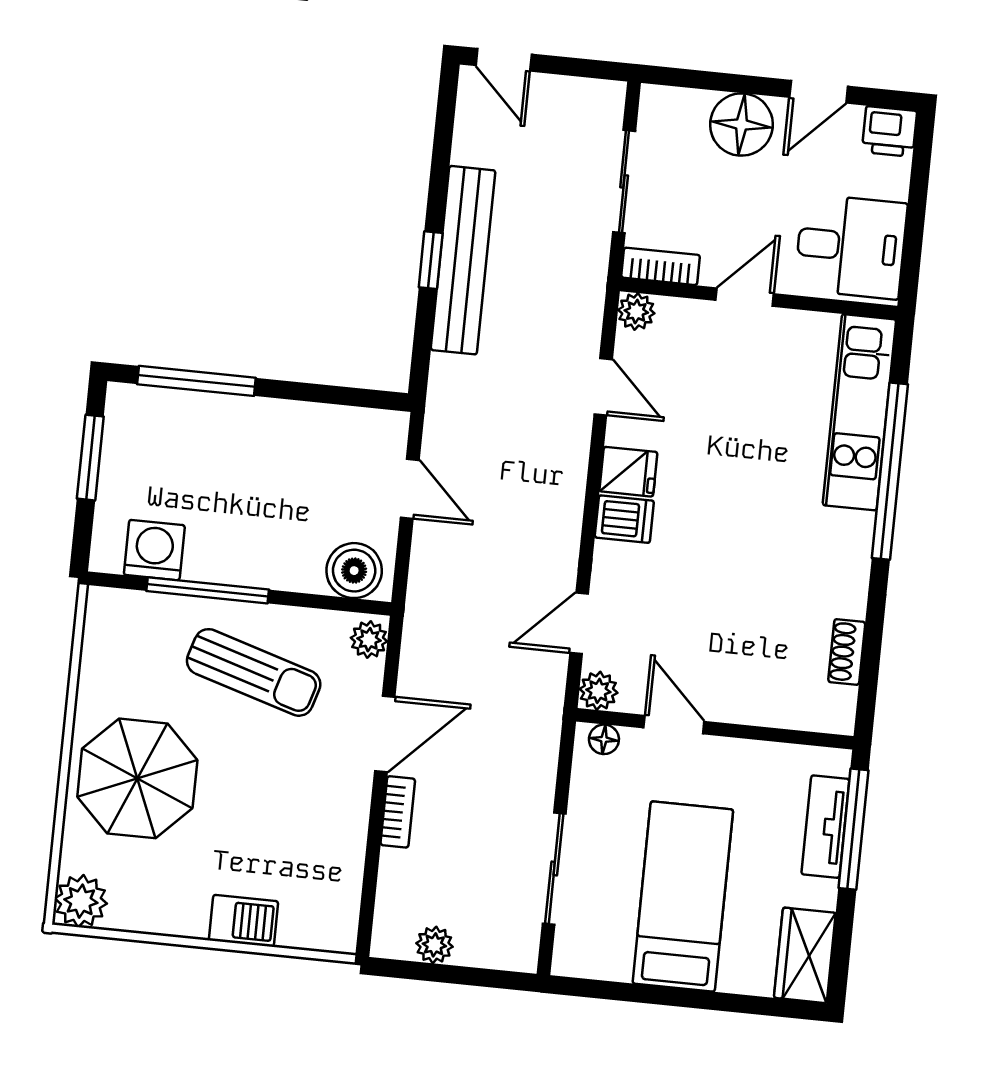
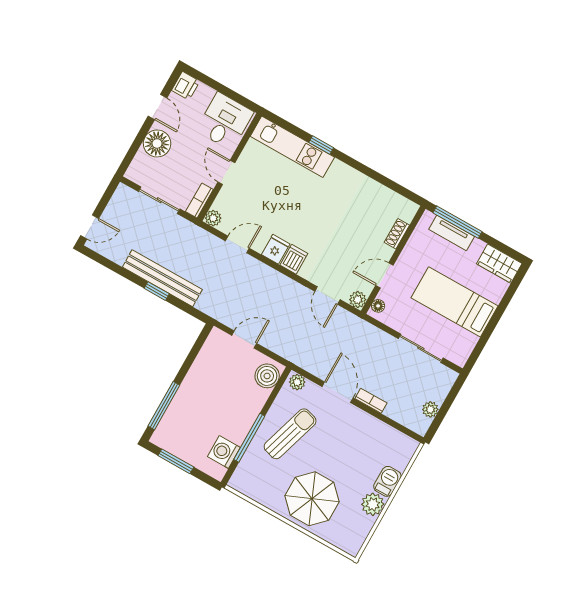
window: (890, 471) -> (321, 145), width x0.32
shoe rack: (847, 652) -> (397, 234), moved, turned 90
plant: (81, 901) -> (373, 504), moved

